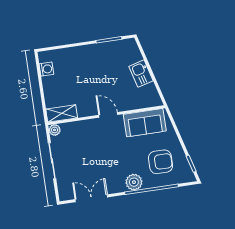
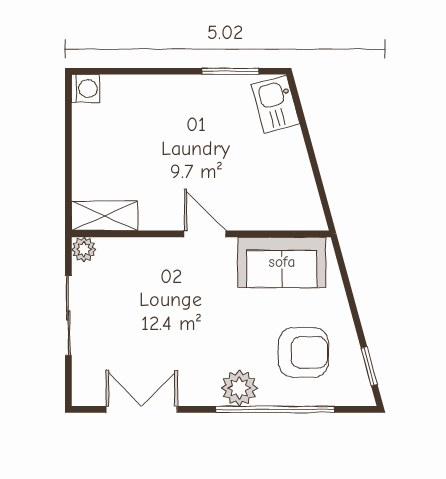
washing machine: (46, 69) -> (86, 89), moved
kitchen sink: (141, 74) -> (276, 104), moved

